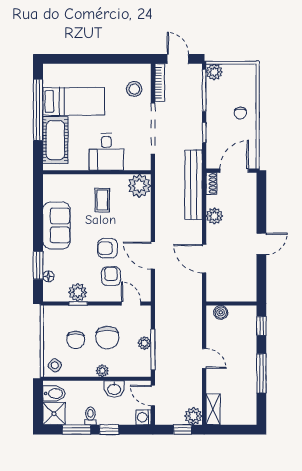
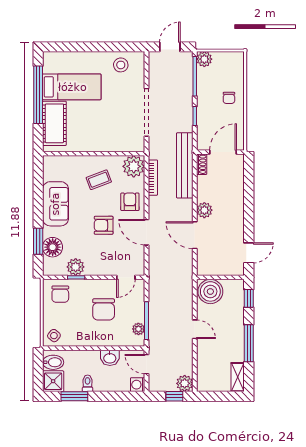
door: (178, 59) -> (170, 47), hinge flipped
bookcase: (160, 83) -> (153, 178), moved
stool: (134, 89) -> (121, 65), moved
desk: (106, 152) -> (103, 134), removed
coffee table: (102, 200) -> (99, 180), turned 69
plant: (214, 216) -> (204, 210), moved
door: (261, 244) -> (249, 253), moved
floor lamp: (48, 276) -> (53, 247), width x1.89, depth x1.89
armchair: (111, 276) -> (130, 202), moved
door: (131, 303) -> (126, 277), swing flipped
boiler: (221, 312) -> (210, 291), width x1.86, depth x1.86
chair: (76, 340) -> (60, 294), moved
plant: (144, 343) -> (138, 329), moved
plant: (102, 371) -> (99, 341), removed
shelving: (213, 409) -> (238, 377), moved
window: (109, 430) -> (105, 396), removed

